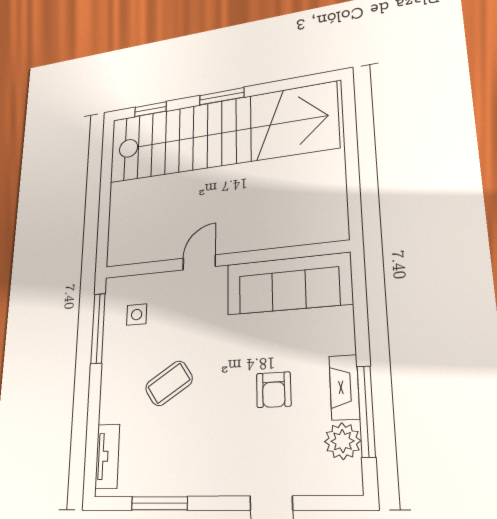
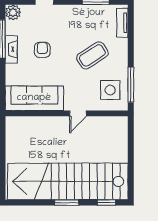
side table: (137, 315) -> (110, 90), width x1.87, depth x1.87
coffee table: (169, 383) -> (92, 55), width x1.36, depth x1.30
plant: (343, 441) -> (13, 12), moved

